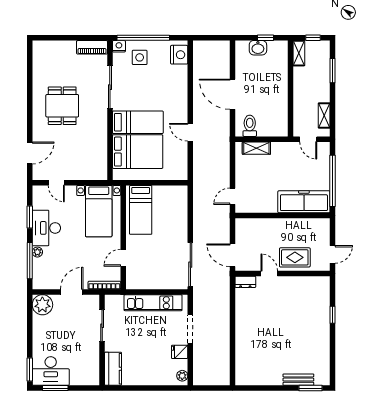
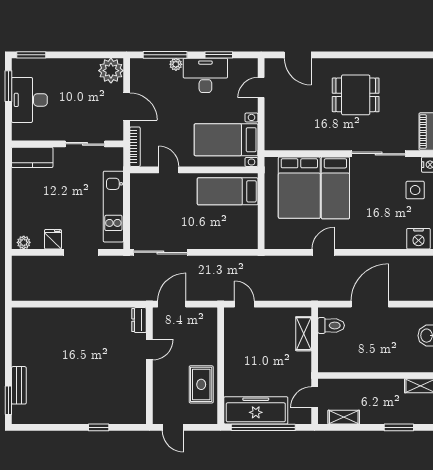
freezer: (304, 202) -> (256, 410), moved, turned -90
rug: (295, 257) -> (201, 384), moved
desk: (51, 371) -> (29, 100), moved

